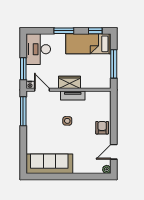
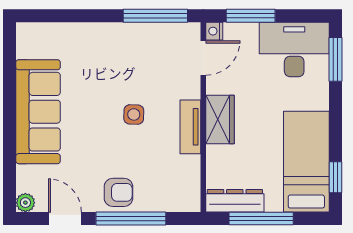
window: (64, 31) -> (335, 59), moved
dresser: (106, 76) -> (235, 201), added
window: (114, 122) -> (131, 219), added
sofa: (49, 164) -> (38, 112), moved

